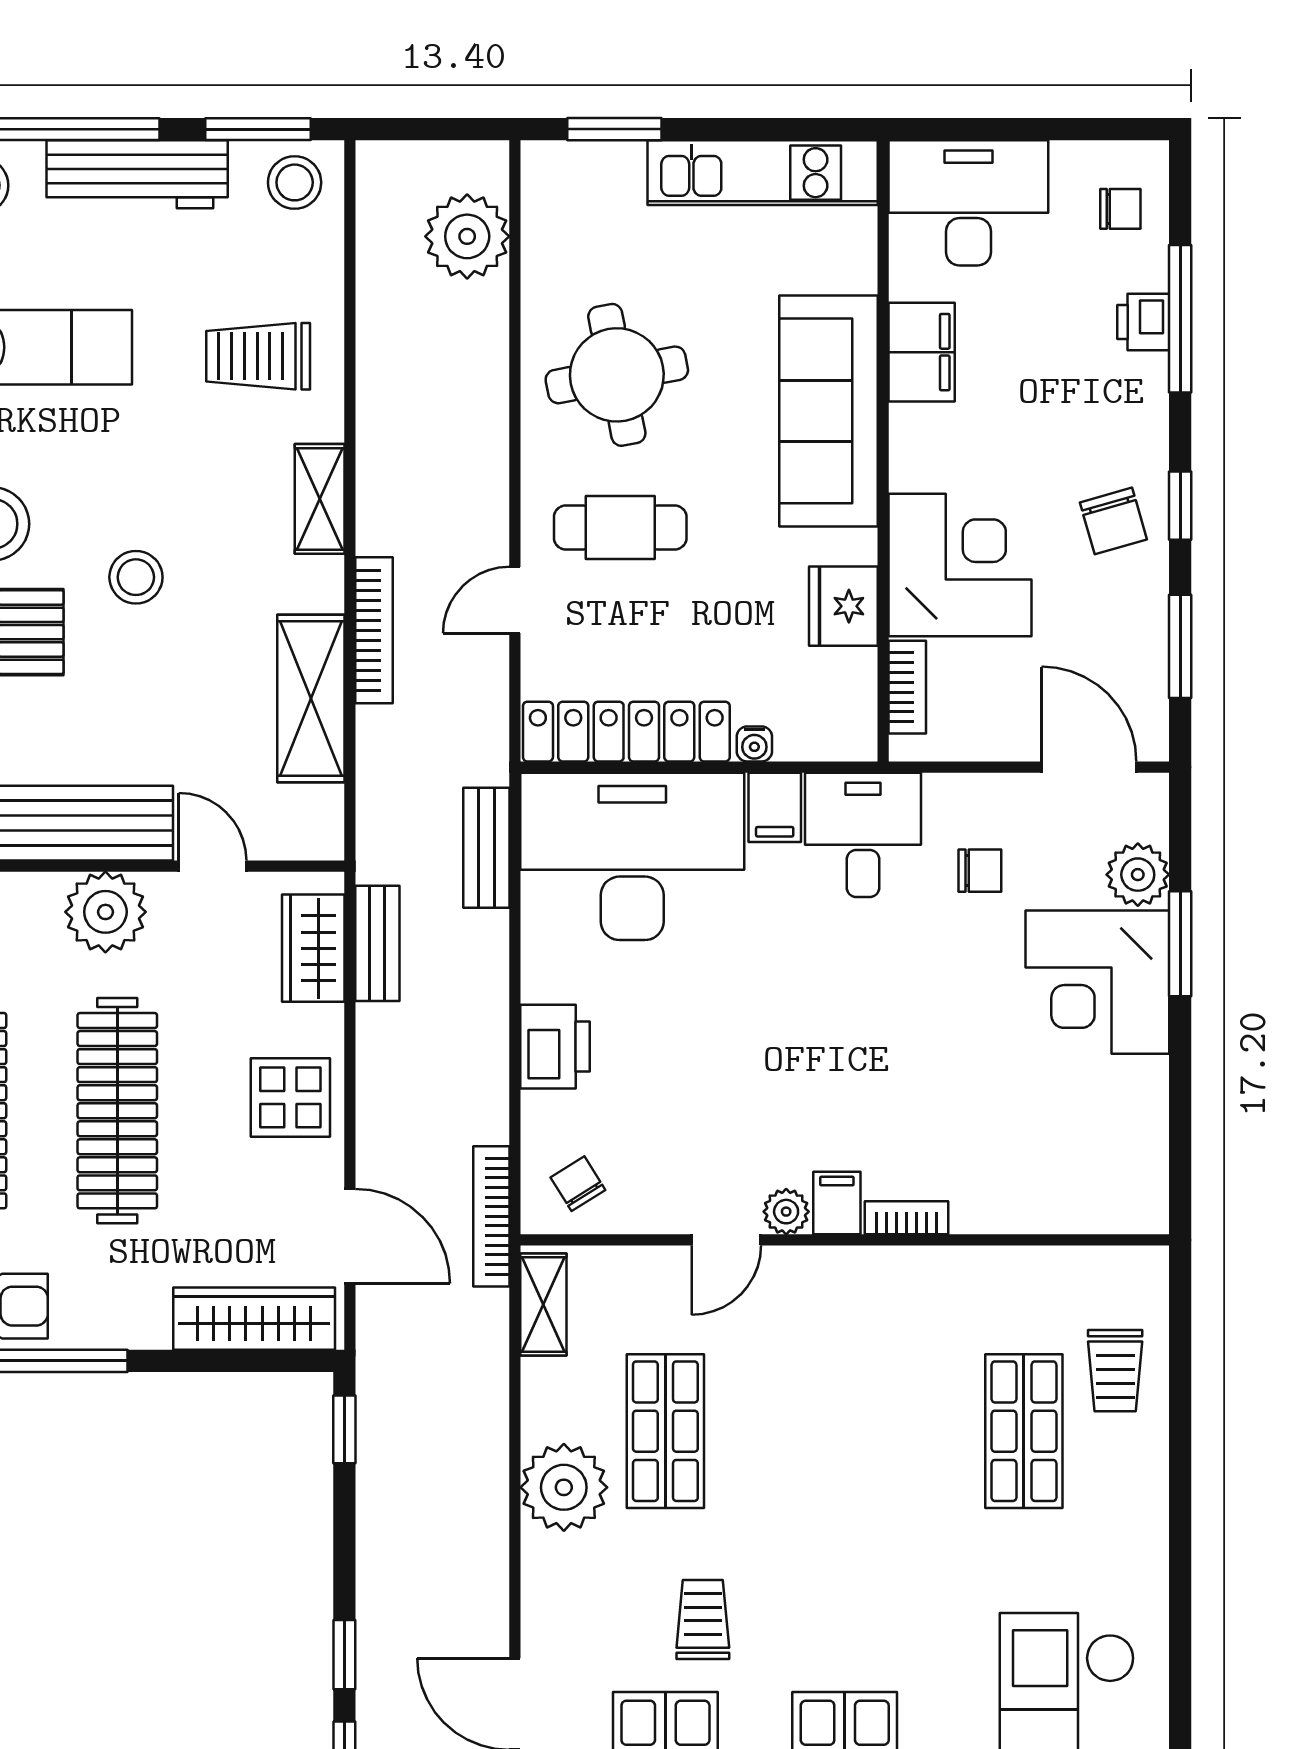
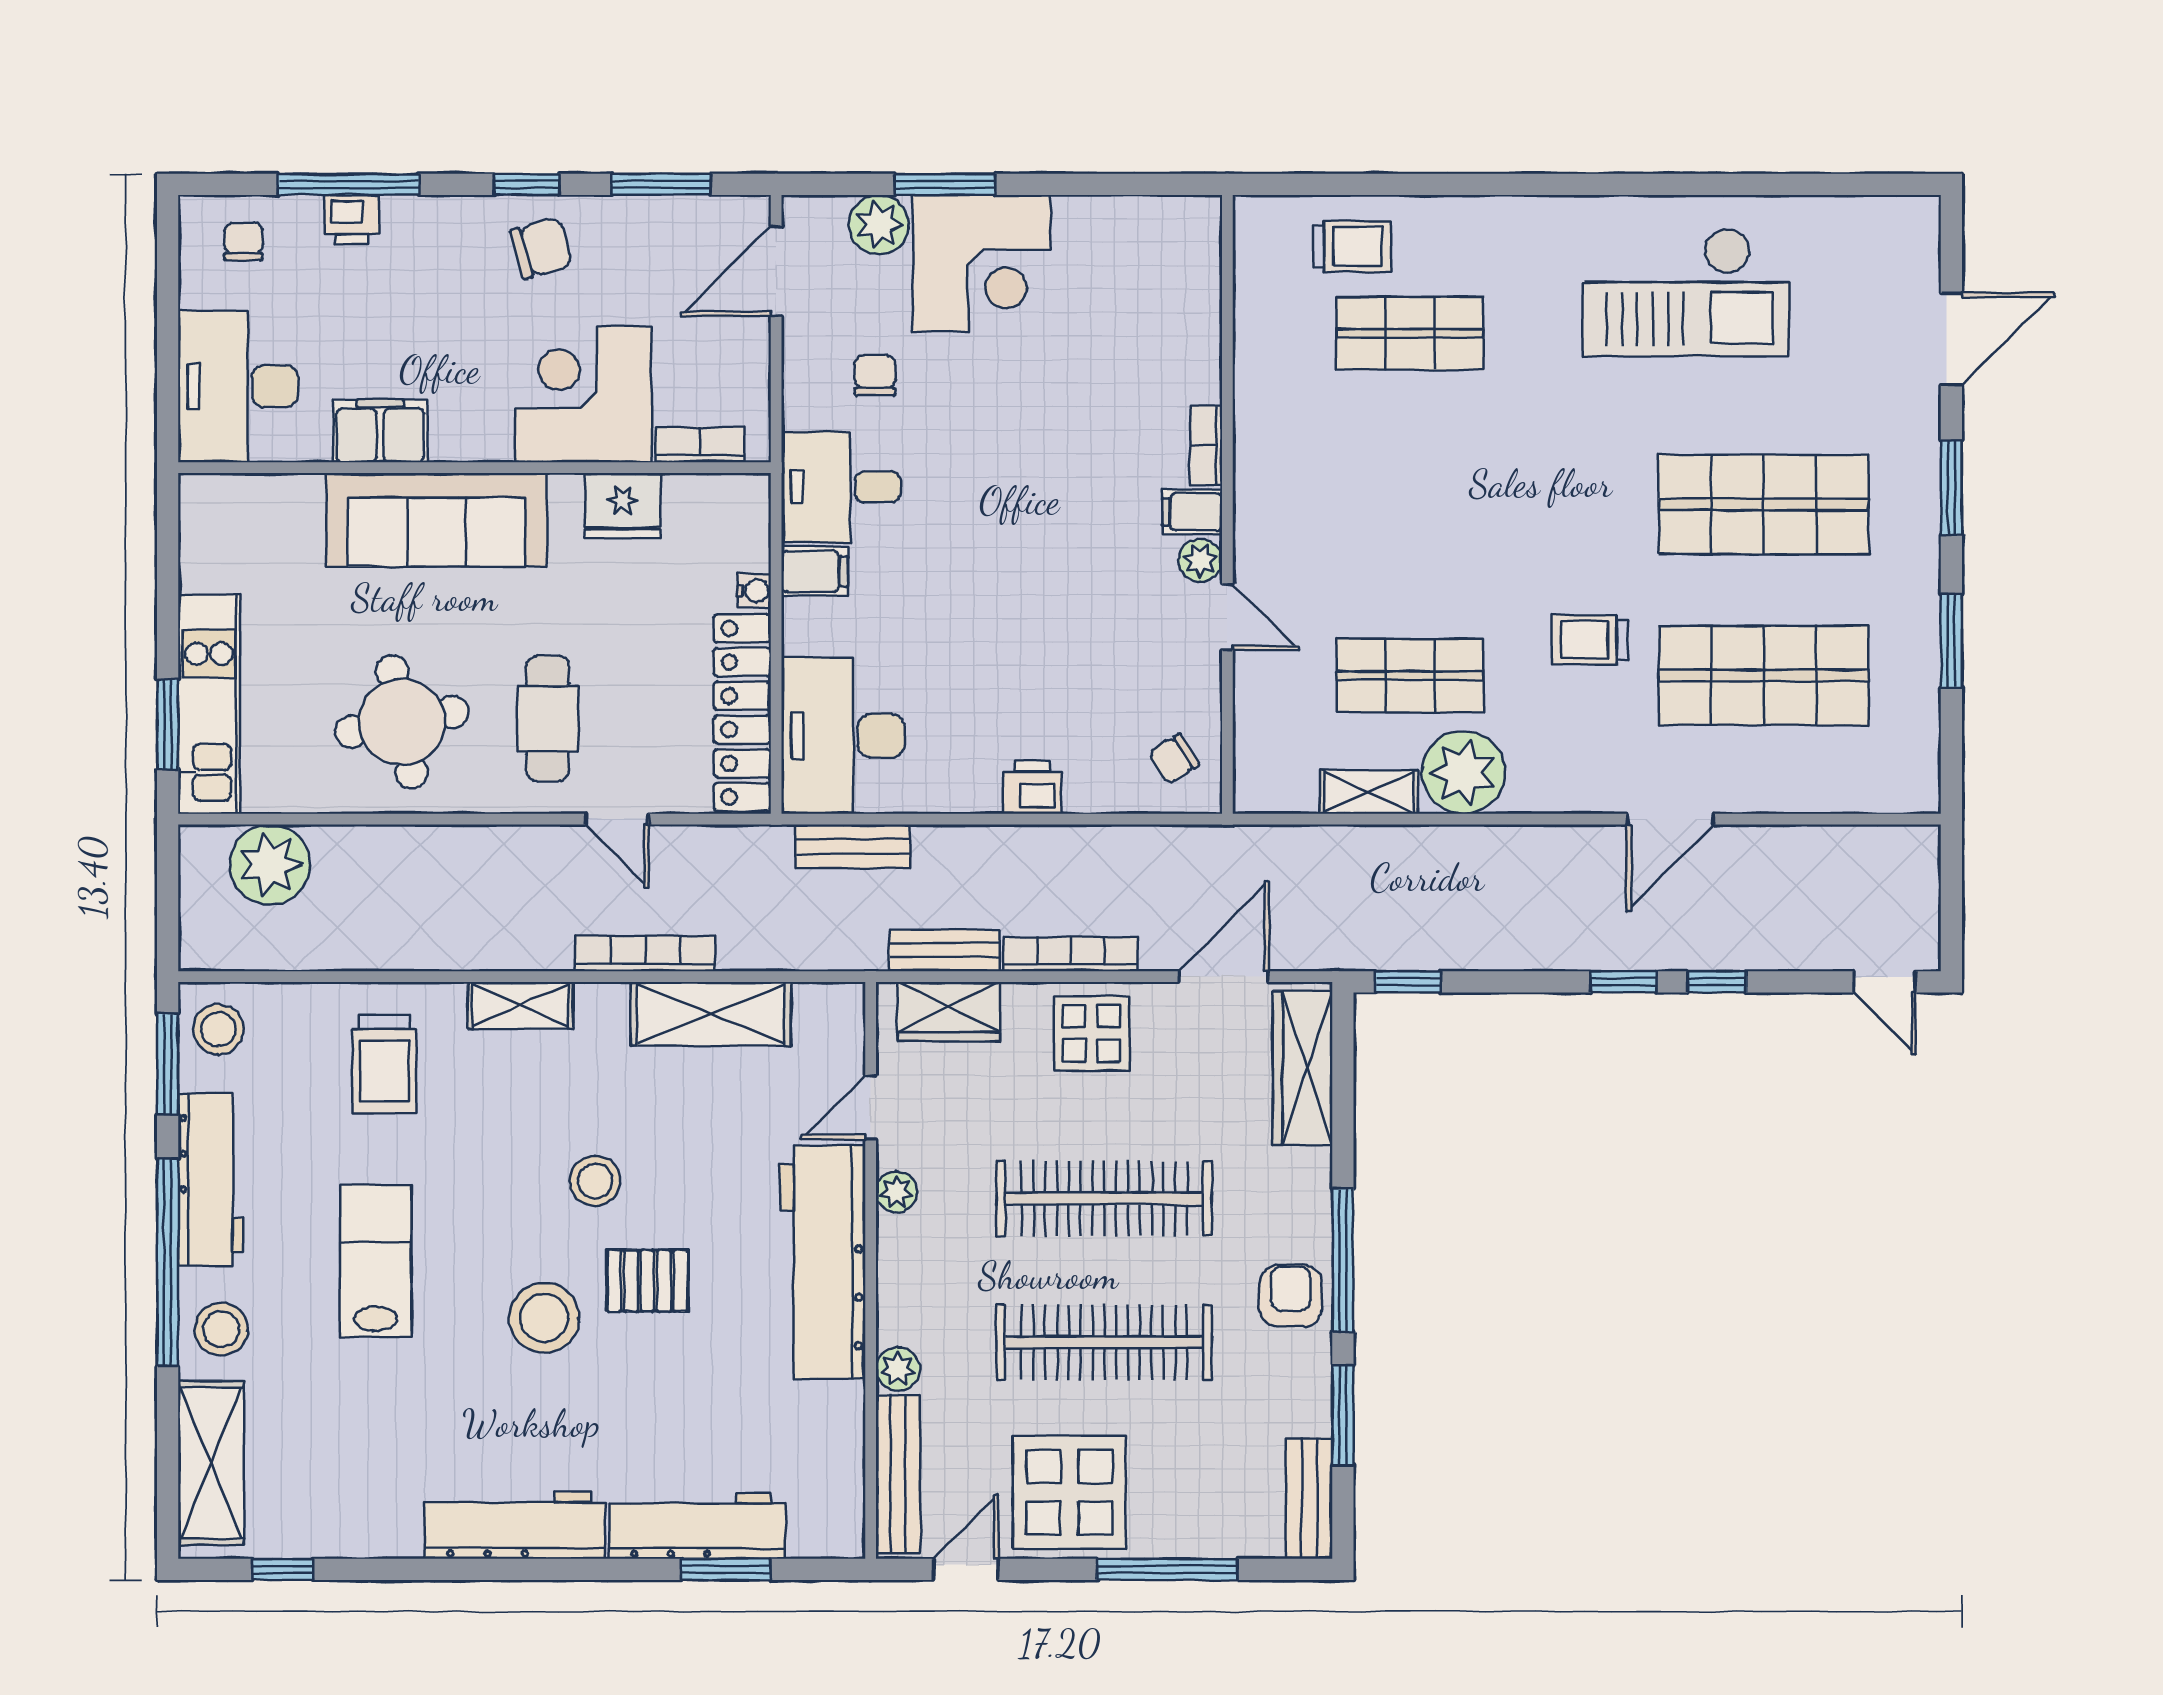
kitchen unit: (763, 173) -> (209, 704), moved
desk: (632, 856) -> (843, 736), width x0.73, depth x0.77
plant: (105, 912) -> (896, 1192), width x0.53, depth x0.53
printer: (555, 1047) -> (1032, 787), width x0.73, depth x0.81
bookcase: (491, 1216) -> (1071, 954), moved, turned 180
shelving: (543, 1305) -> (1369, 792), moved

